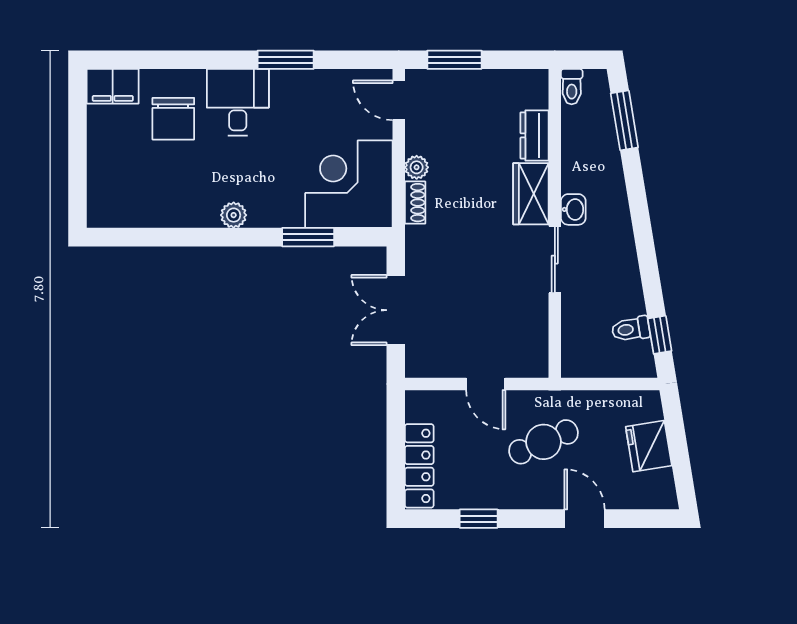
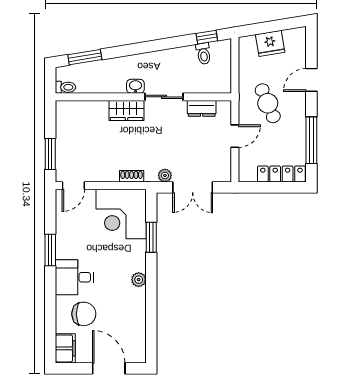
dresser: (534, 135) -> (202, 108), moved
door: (78, 163) -> (109, 368), added
plant: (417, 167) -> (165, 175), moved
window: (479, 519) -> (311, 140), width x2.17

